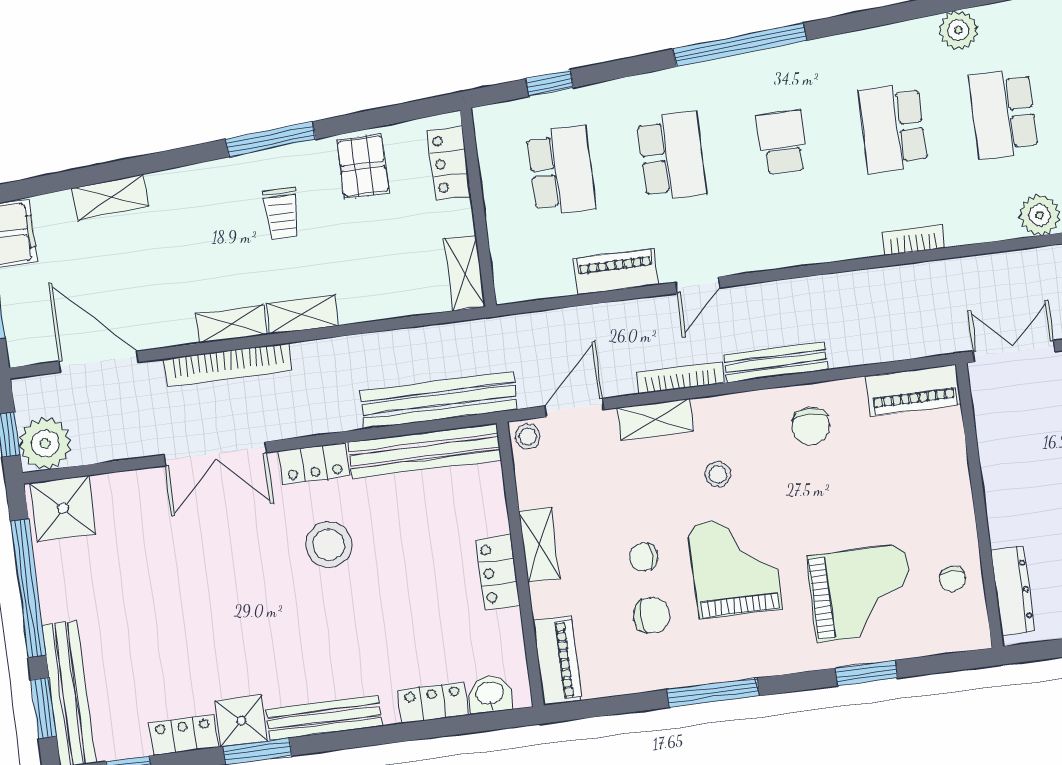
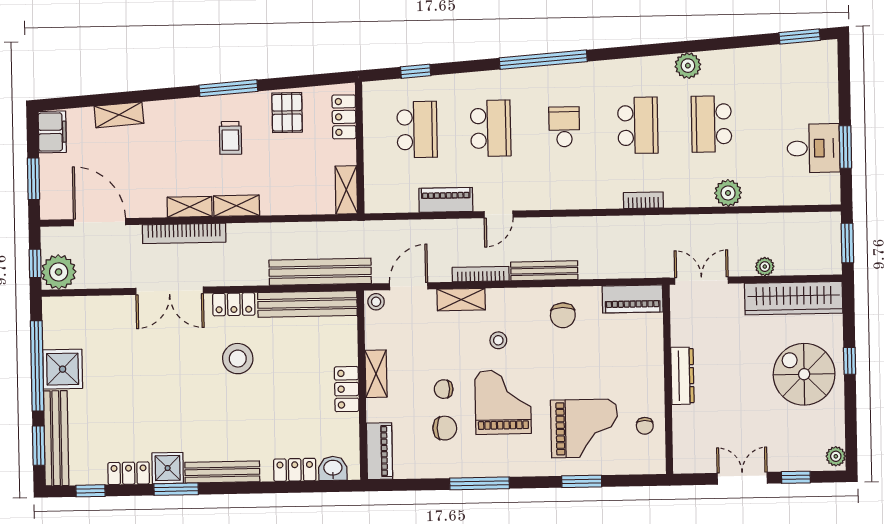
school desk: (893, 128) -> (638, 125), turned 180
shower: (63, 508) -> (63, 369), moved
dresser: (1013, 591) -> (682, 376), moved

